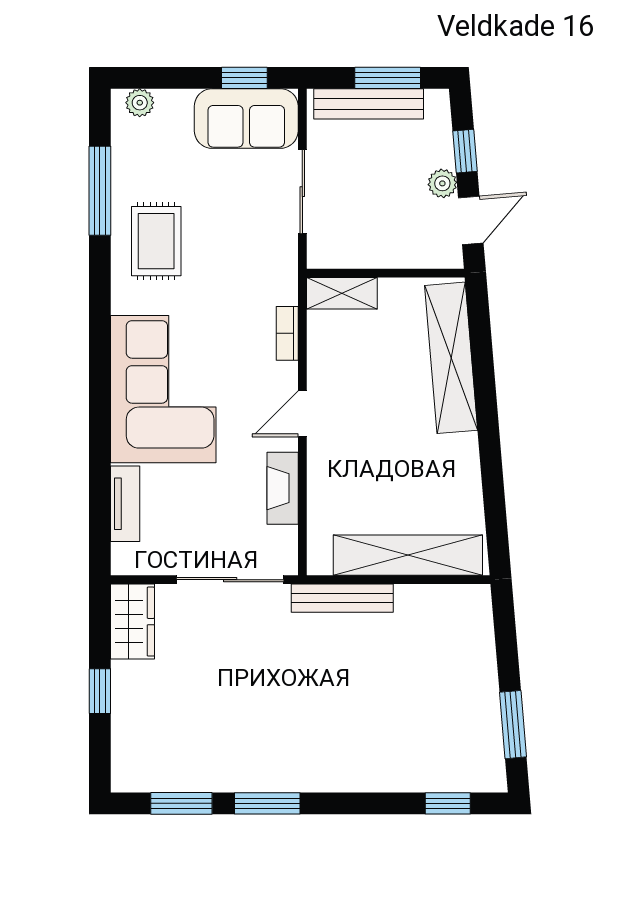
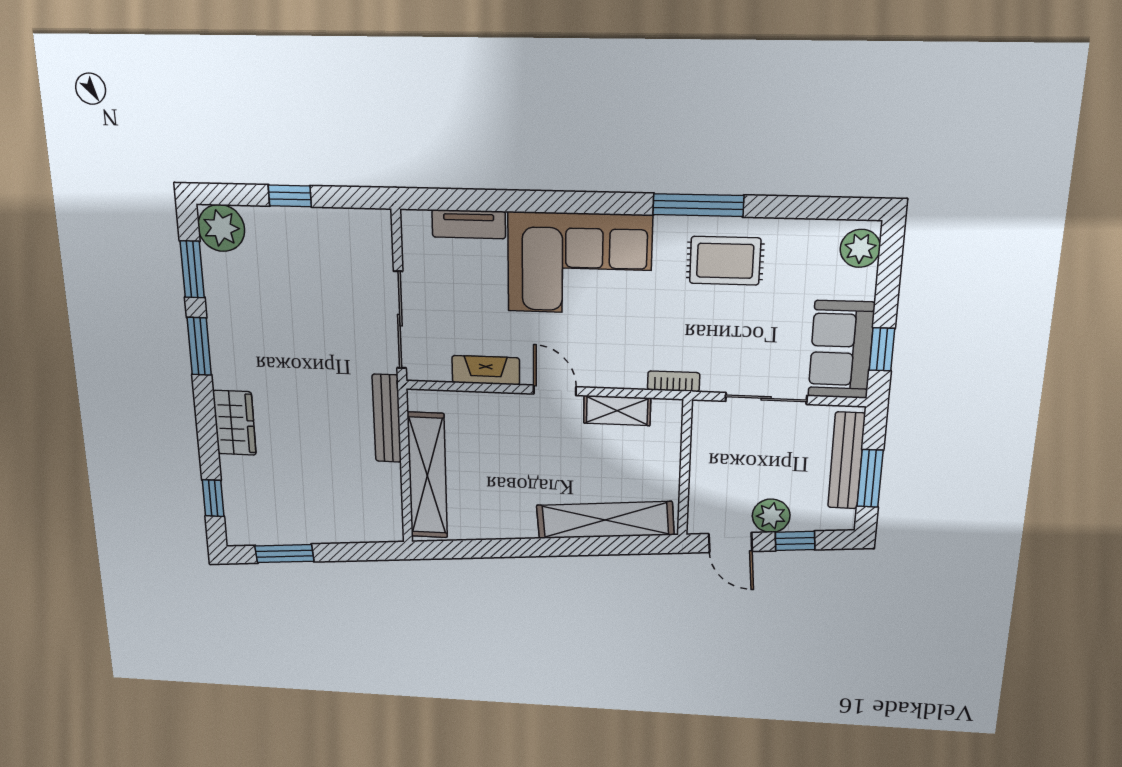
plant: (140, 103) -> (860, 248), width x1.38, depth x1.38
plant: (442, 183) -> (771, 516), width x1.38, depth x1.38
window: (100, 191) -> (698, 205), moved
shelving: (342, 293) -> (617, 411), moved, turned 90
bookcase: (287, 333) -> (674, 381), moved
wardrobe: (132, 622) -> (234, 423), moved, turned -90
plant: (136, 768) -> (221, 228), added

